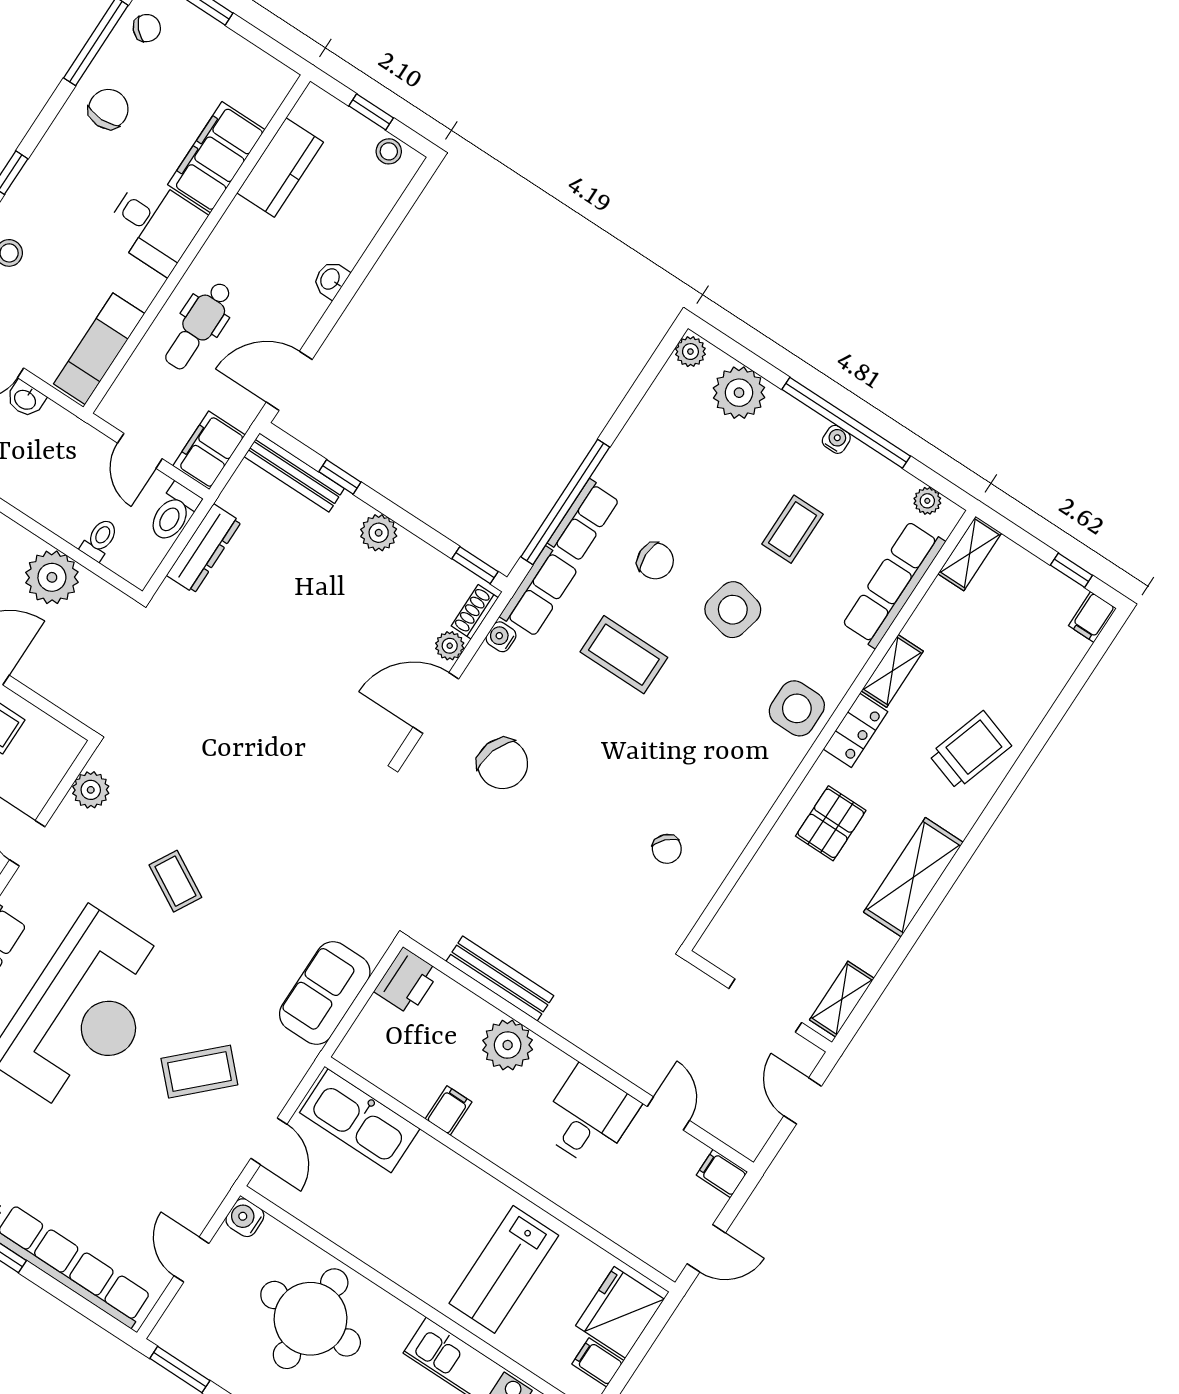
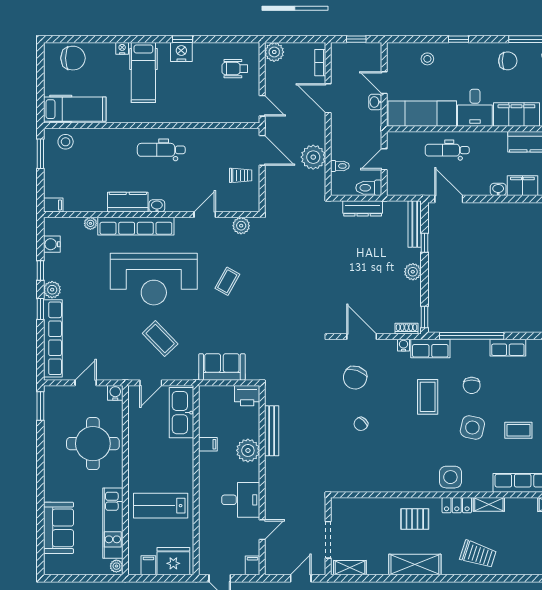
exam couch: (99, 349) -> (422, 114), width x1.36, depth x1.45
filing cabinet: (209, 450) -> (522, 186), moved
row of seats: (584, 521) -> (508, 348), moved
plant: (450, 646) -> (387, 328), removed
chair: (667, 849) -> (361, 424), moved

